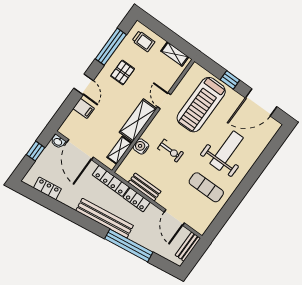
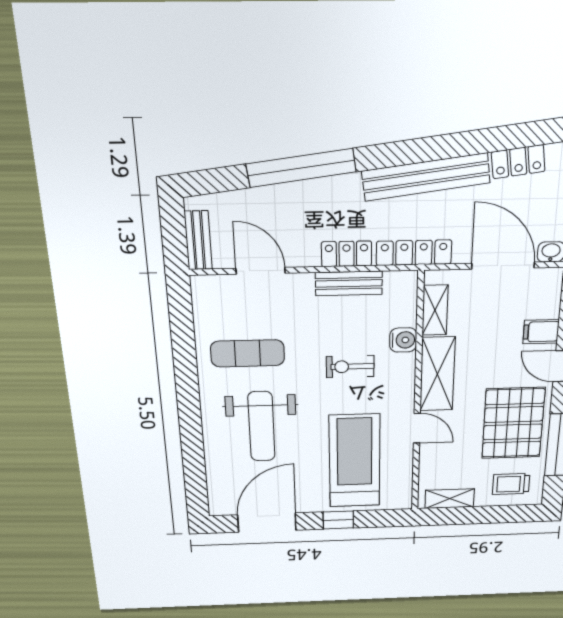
pallet: (123, 72) -> (513, 423), width x2.05, depth x2.00
bench: (105, 218) -> (426, 177), moved

